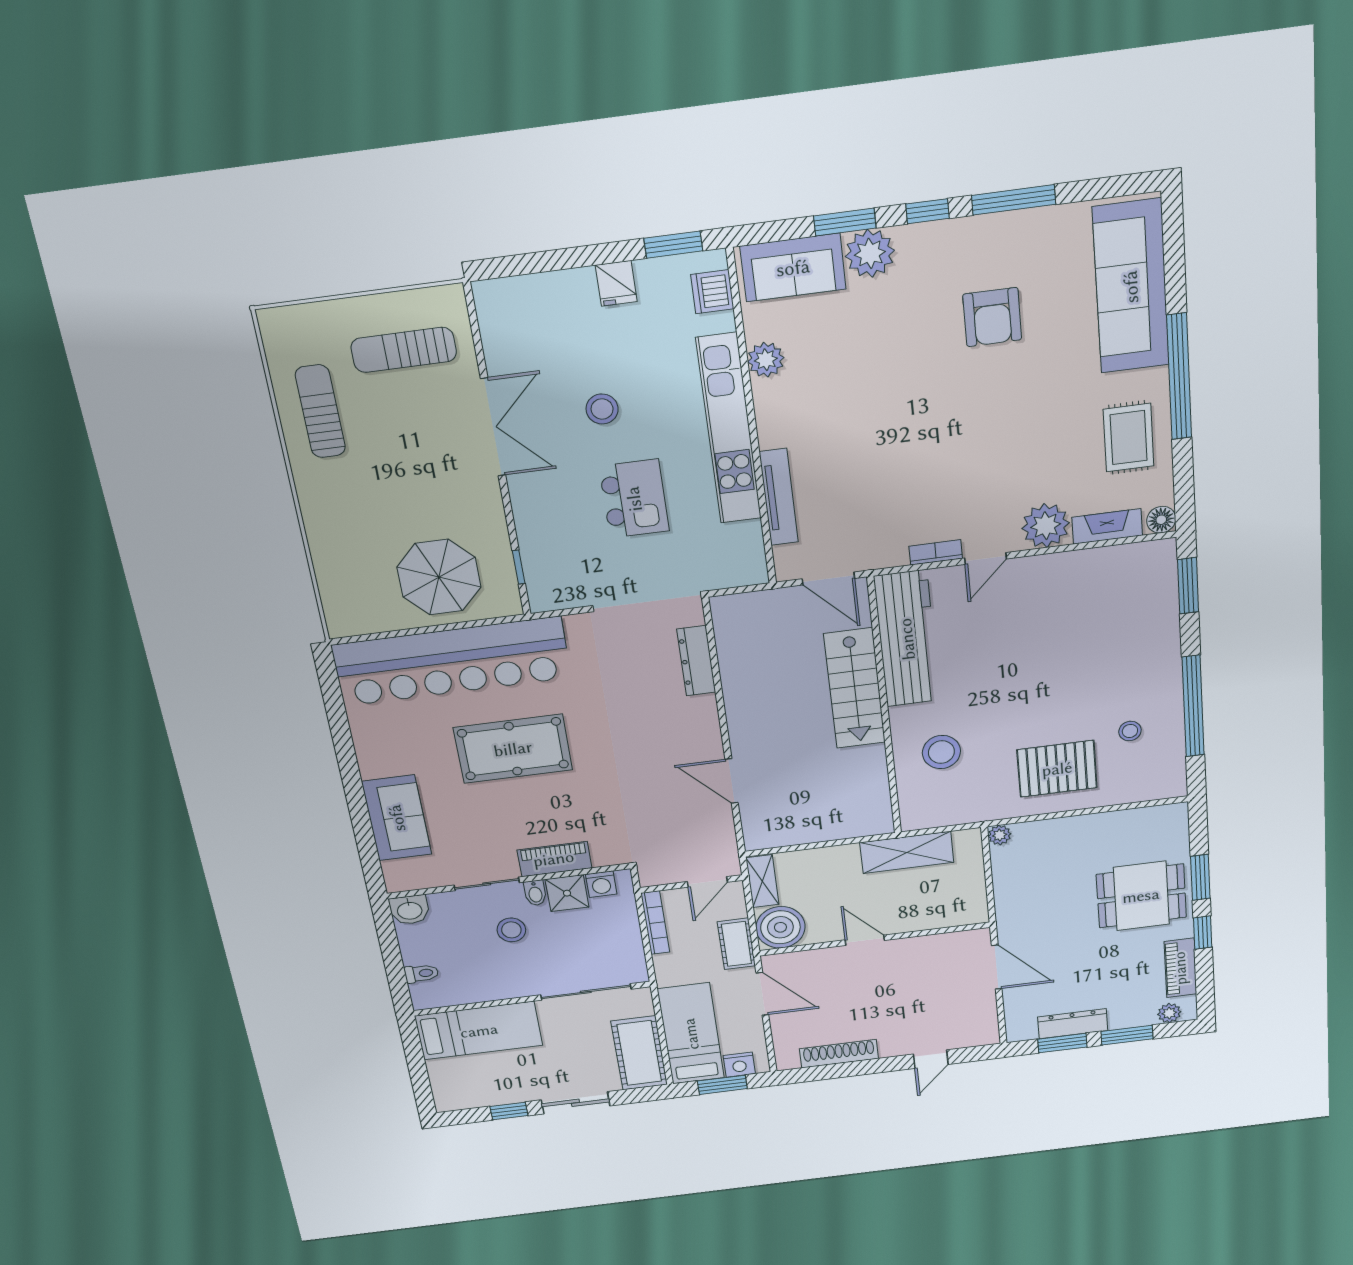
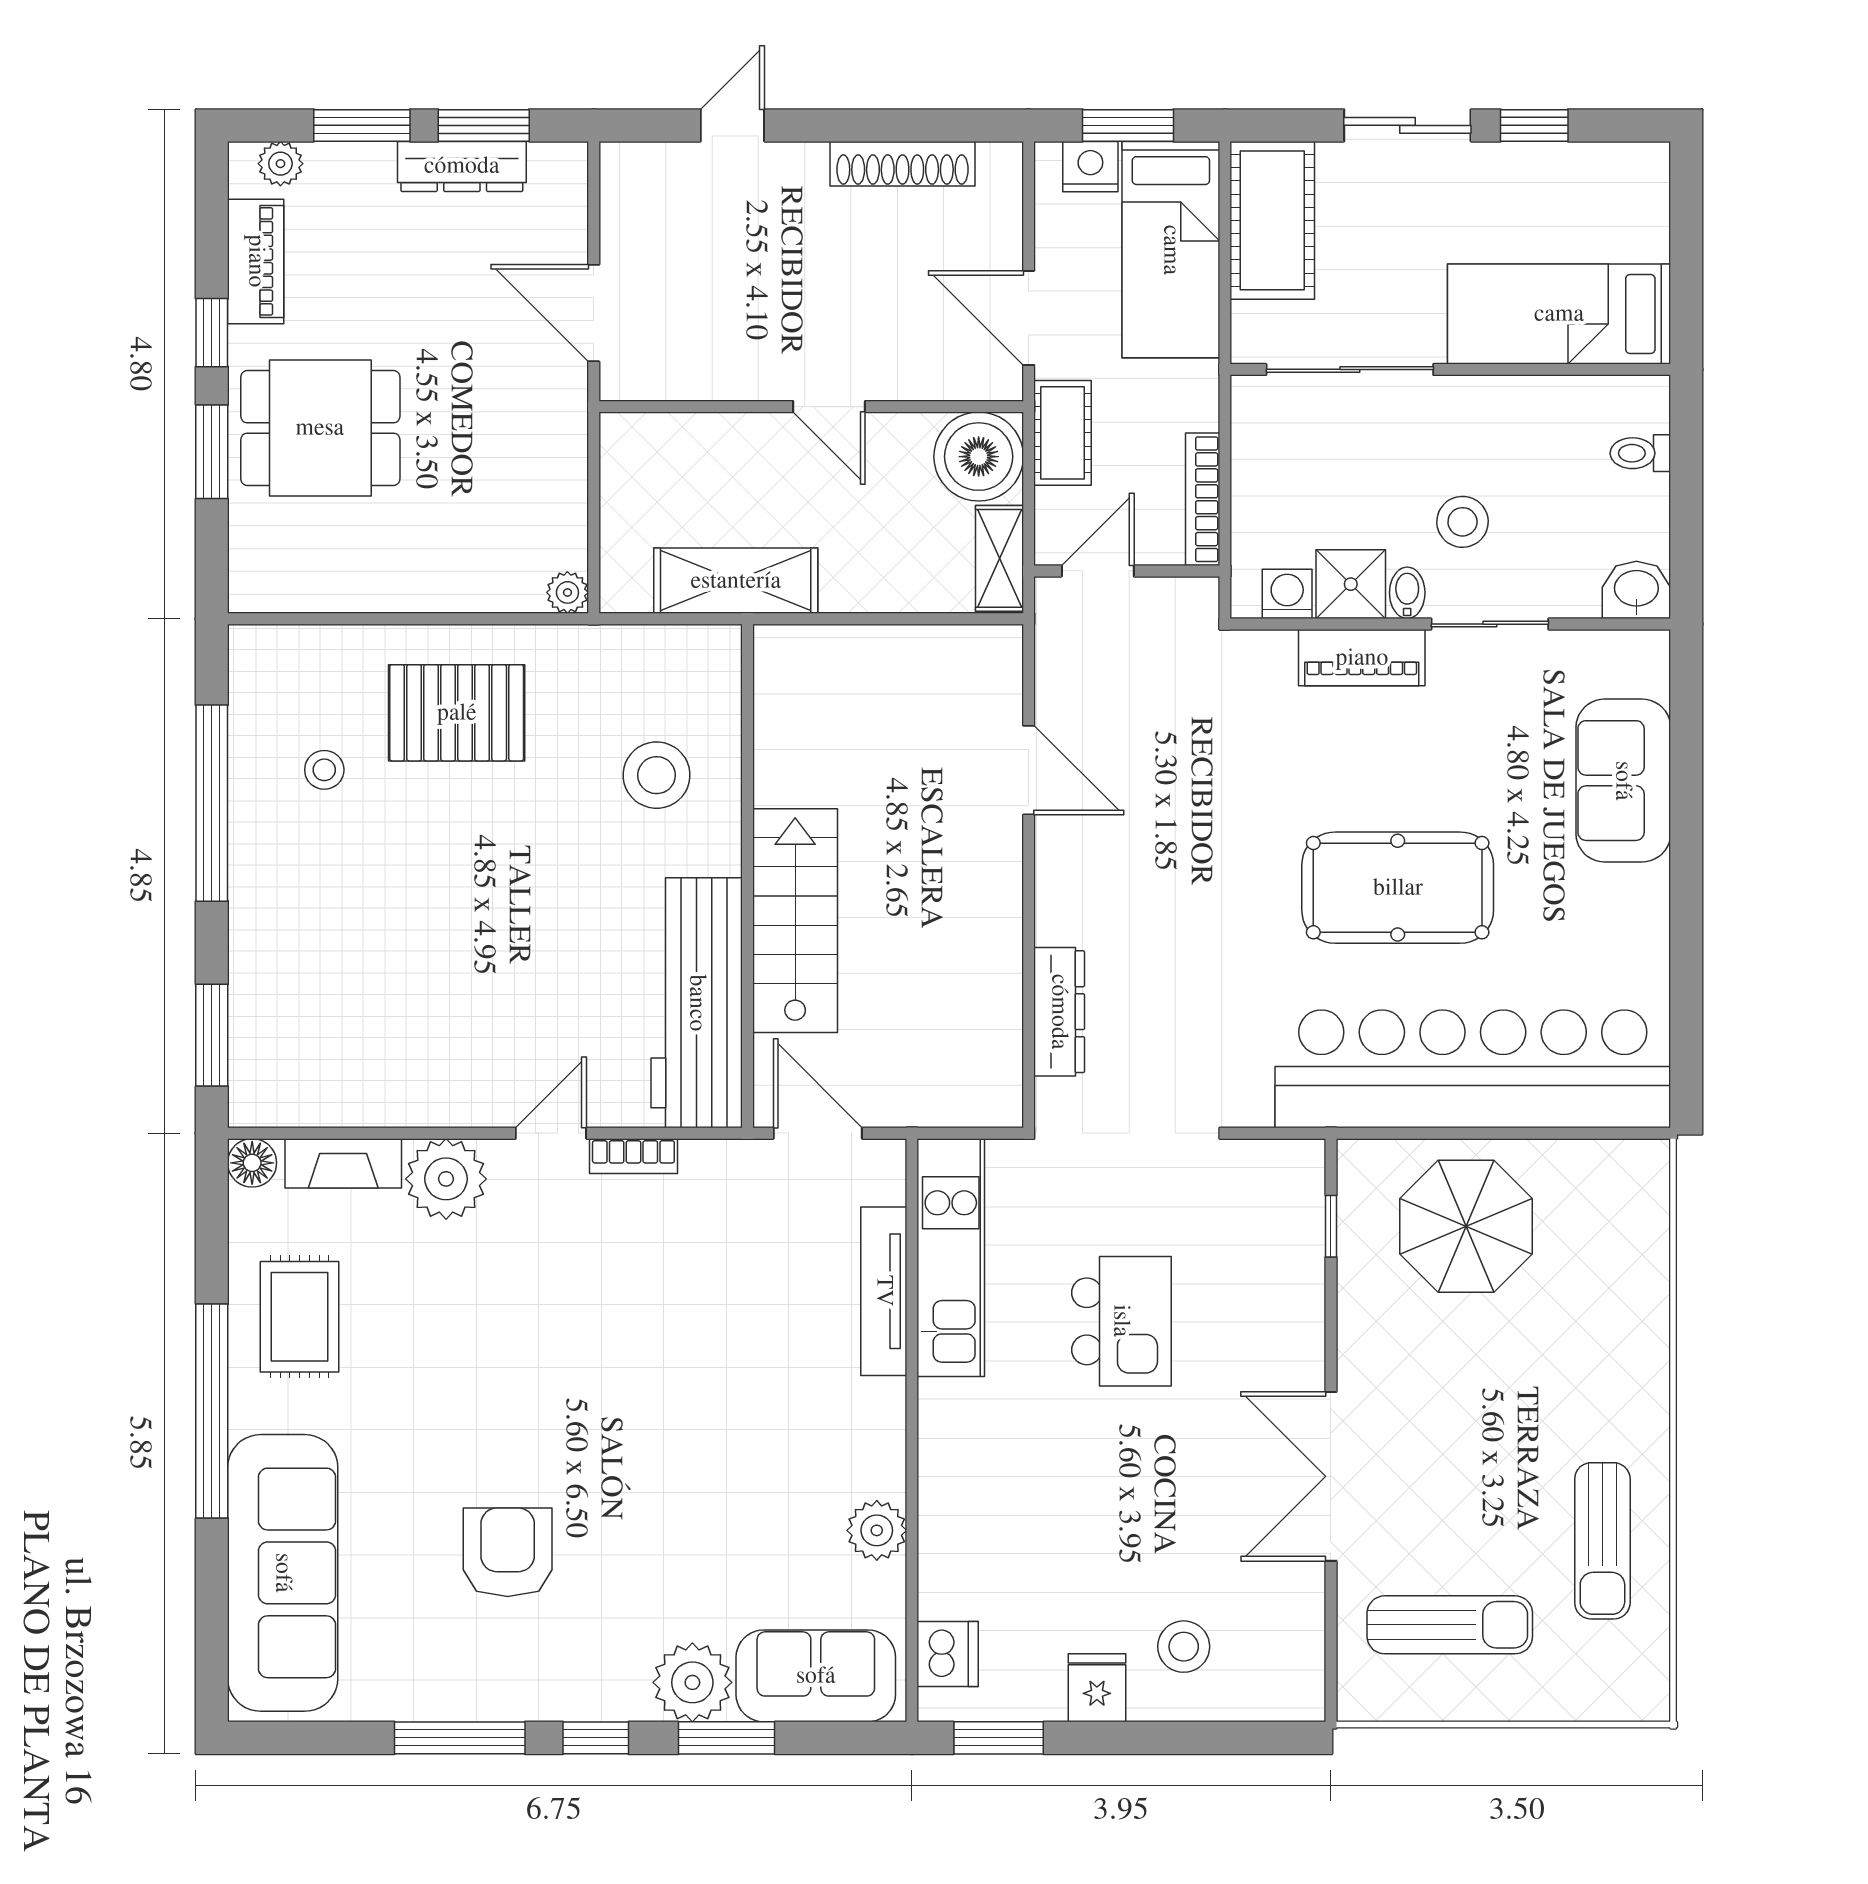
stool: (602, 409) -> (1184, 1647), moved
kitchen unit: (729, 429) -> (951, 1258), moved, width x0.73
kitchen island: (634, 499) -> (1121, 1321), turned 180

